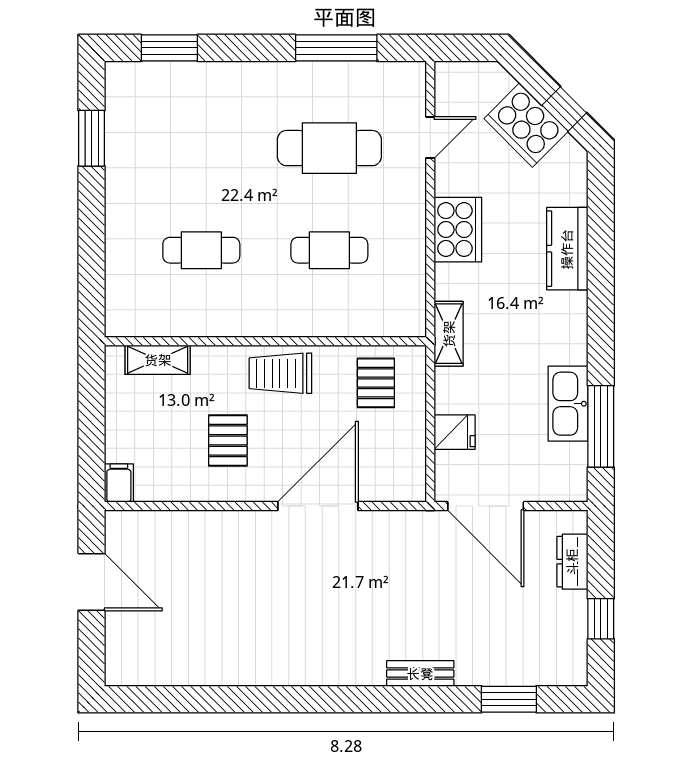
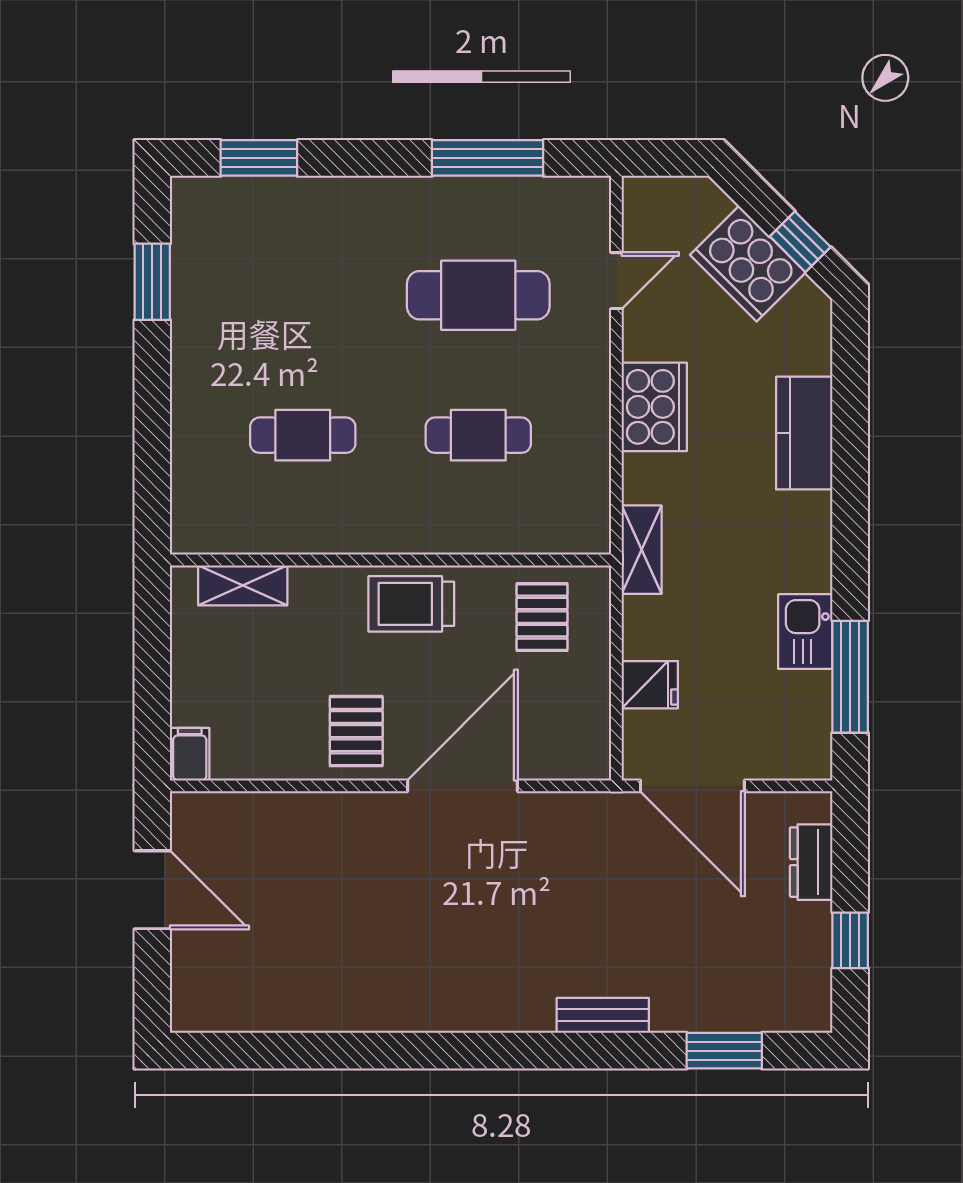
kitchen sink: (568, 404) -> (805, 632), width x0.73
pallet: (228, 441) -> (356, 731), moved

